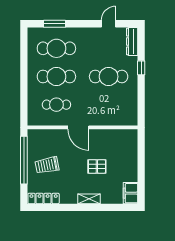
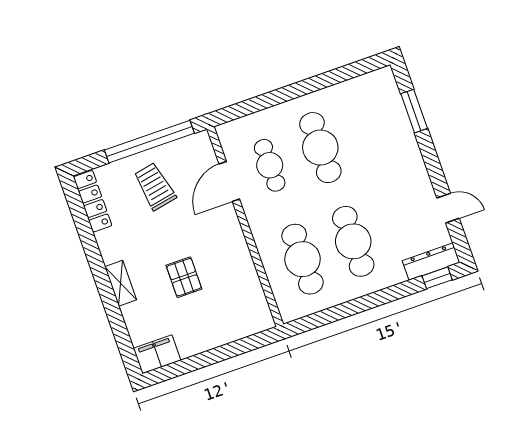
cafe table: (56, 48) -> (303, 259), moved
window: (141, 68) -> (437, 278), moved
door: (78, 127) -> (229, 182), moved

